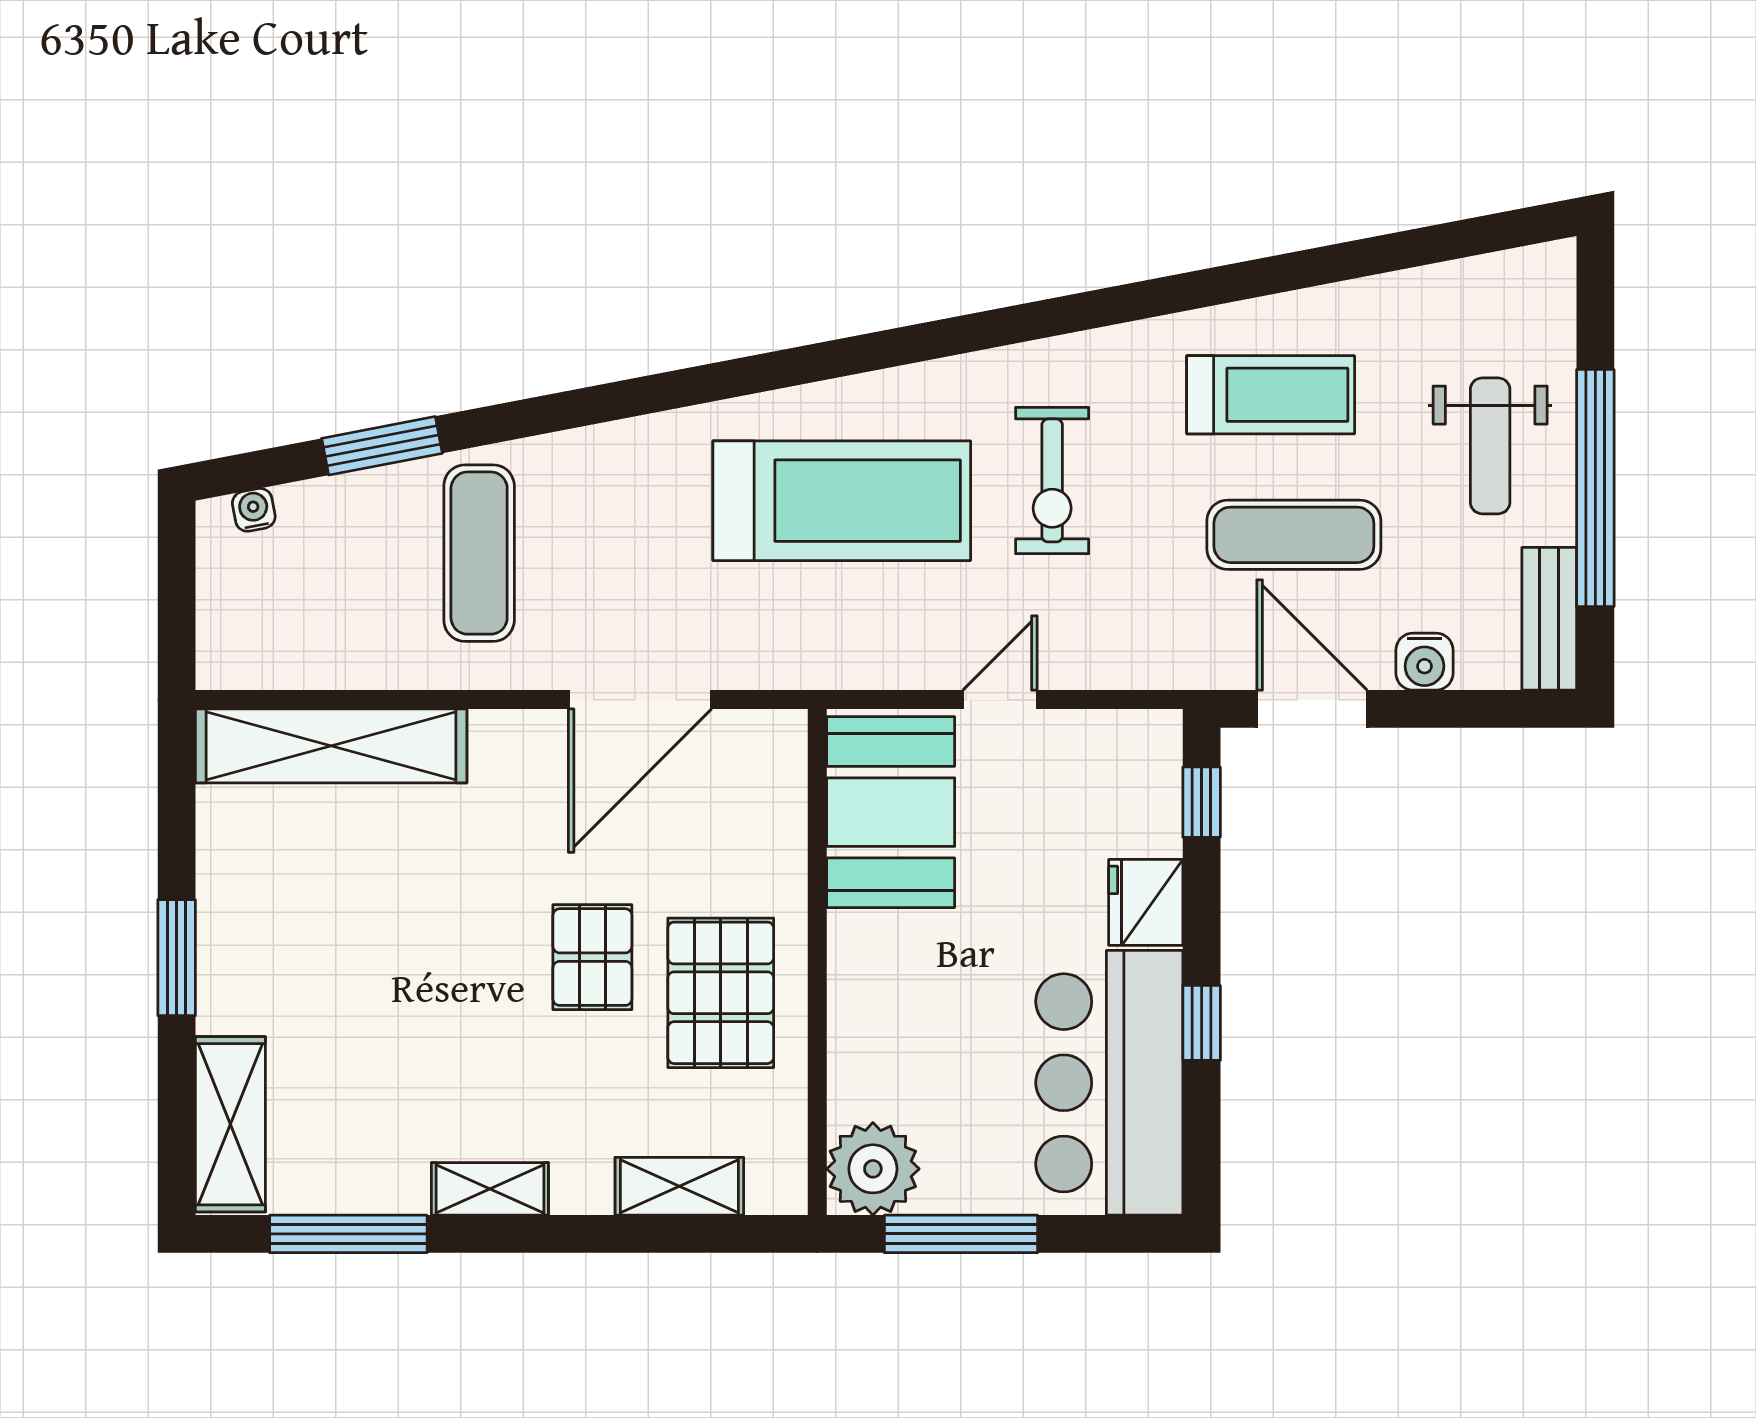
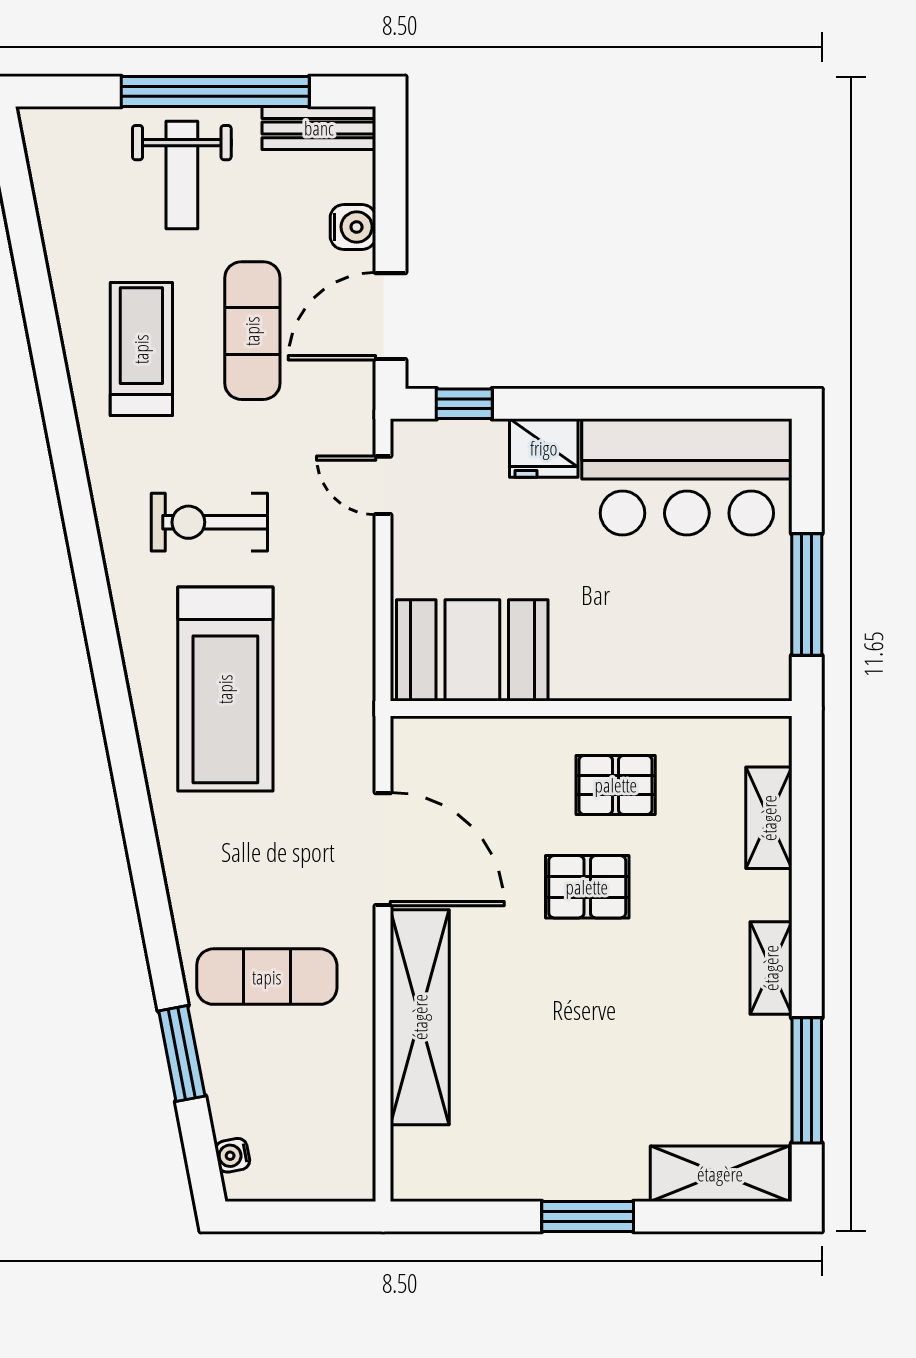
weight bench: (1490, 446) -> (182, 175), turned 90
exercise bike: (1052, 480) -> (209, 522), turned 180
treadmill: (842, 501) -> (225, 689), turned 180
door: (1000, 700) -> (383, 485), moved
shelving: (331, 746) -> (420, 1017), moved
pallet: (721, 993) -> (616, 785), width x0.67, depth x0.71
window: (1202, 1023) -> (639, 404), removed
plant: (873, 1169) -> (755, 664), removed

